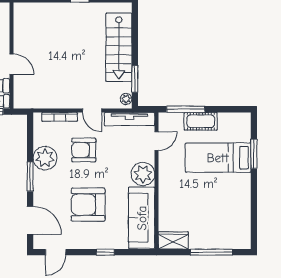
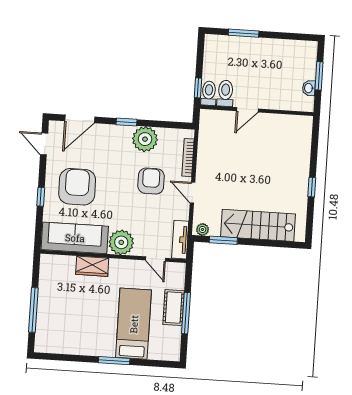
window: (186, 109) -> (186, 313), moved
door: (92, 110) -> (193, 193), hinge flipped
tv unit: (129, 119) -> (180, 240), width x0.71
window: (254, 154) -> (114, 361), moved
window: (30, 176) -> (126, 122), width x0.67
armchair: (88, 205) -> (77, 187), moved
wardrobe: (173, 240) -> (92, 266), moved, turned 90

